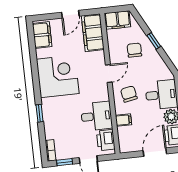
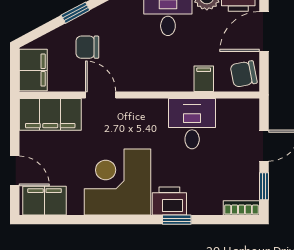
door: (70, 14) -> (15, 171), moved
door: (109, 74) -> (101, 95), moved
chair: (129, 94) -> (244, 74), moved
printer: (106, 140) -> (169, 201), moved, turned 180
door: (155, 152) -> (264, 32), hinge flipped

